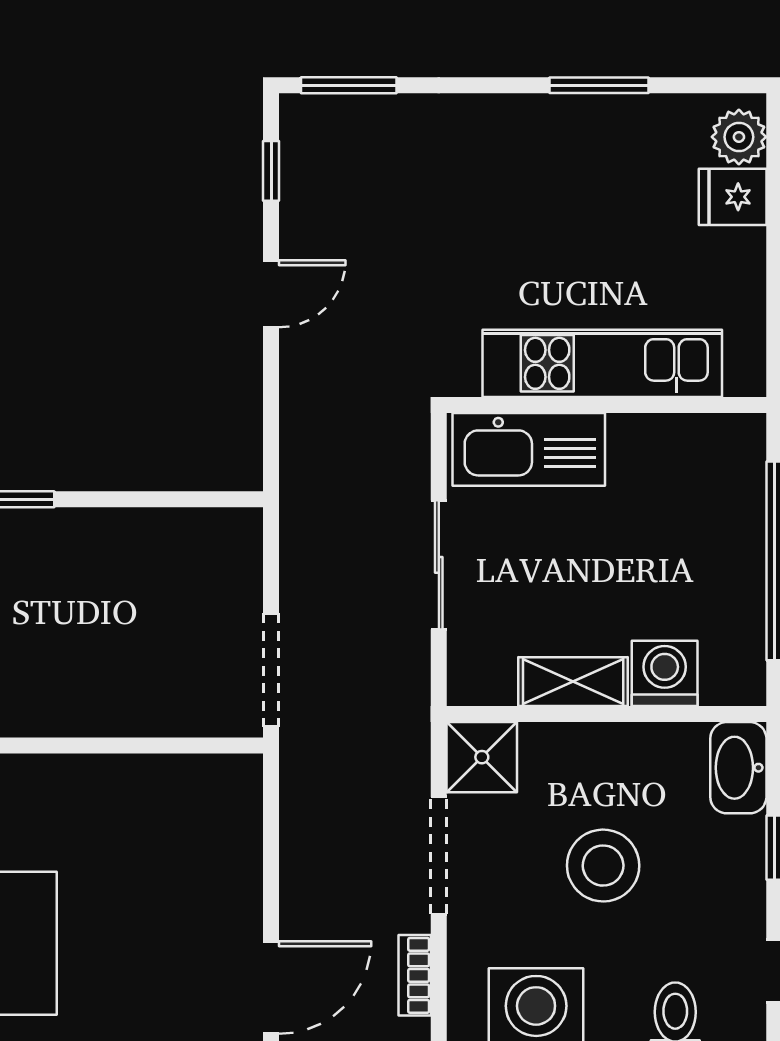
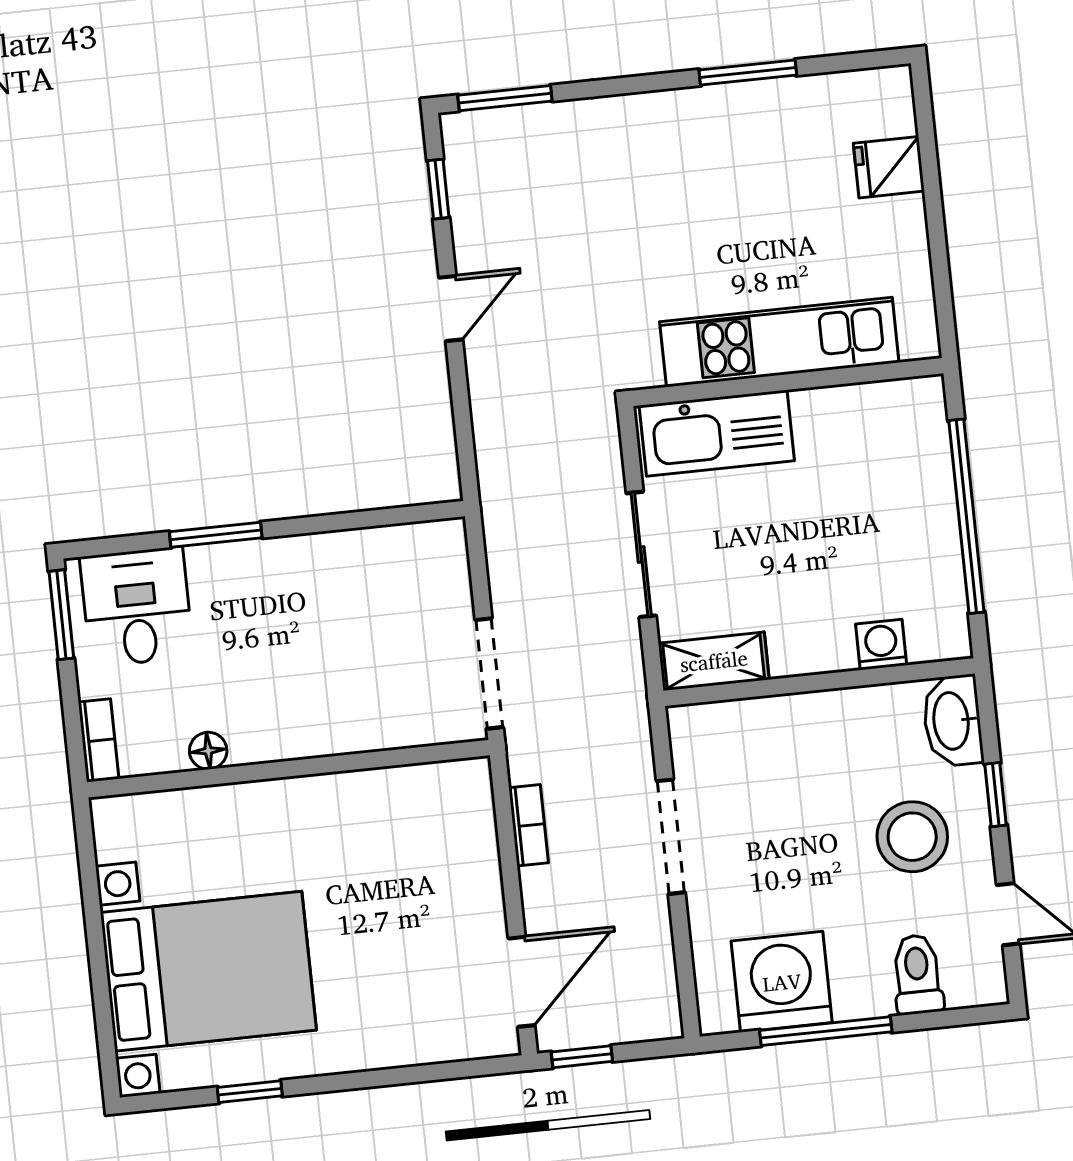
plant: (739, 137) -> (889, 109), removed
washing machine: (665, 673) -> (881, 645), width x0.73, depth x0.73
shelving: (573, 682) -> (714, 661), moved
shower: (482, 757) -> (703, 737), removed
stool: (603, 866) -> (912, 837), moved
bookcase: (415, 975) -> (529, 825), moved, turned 180

